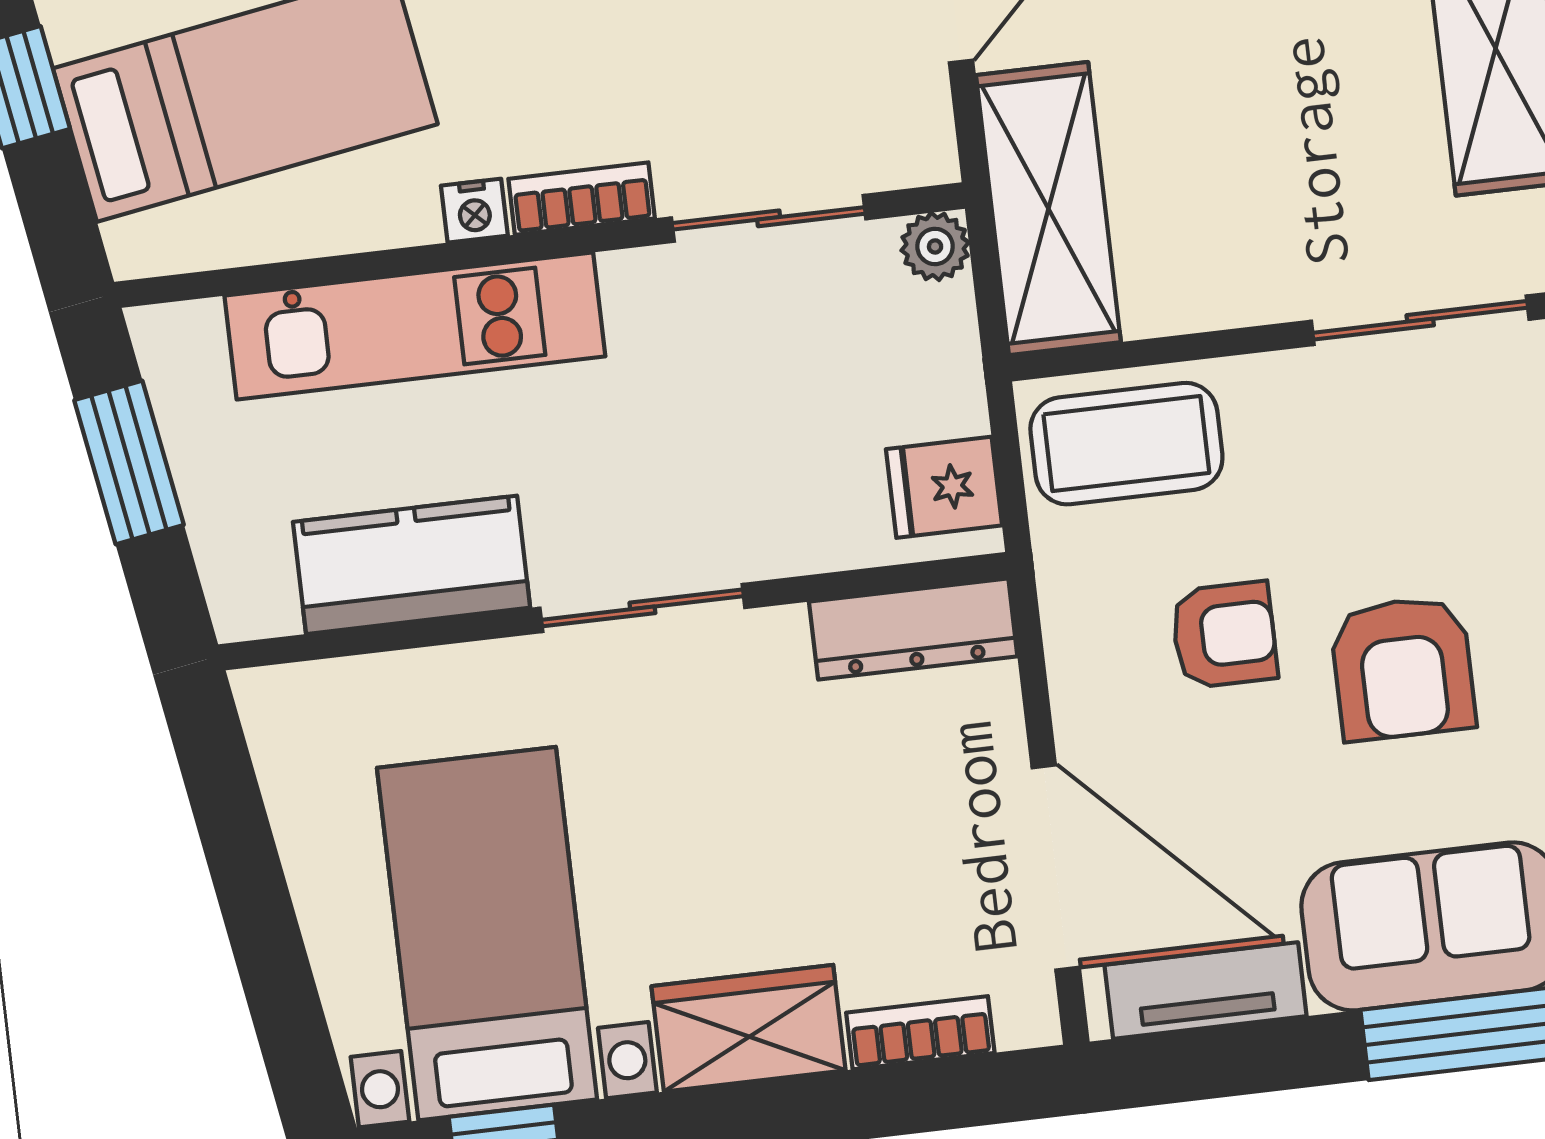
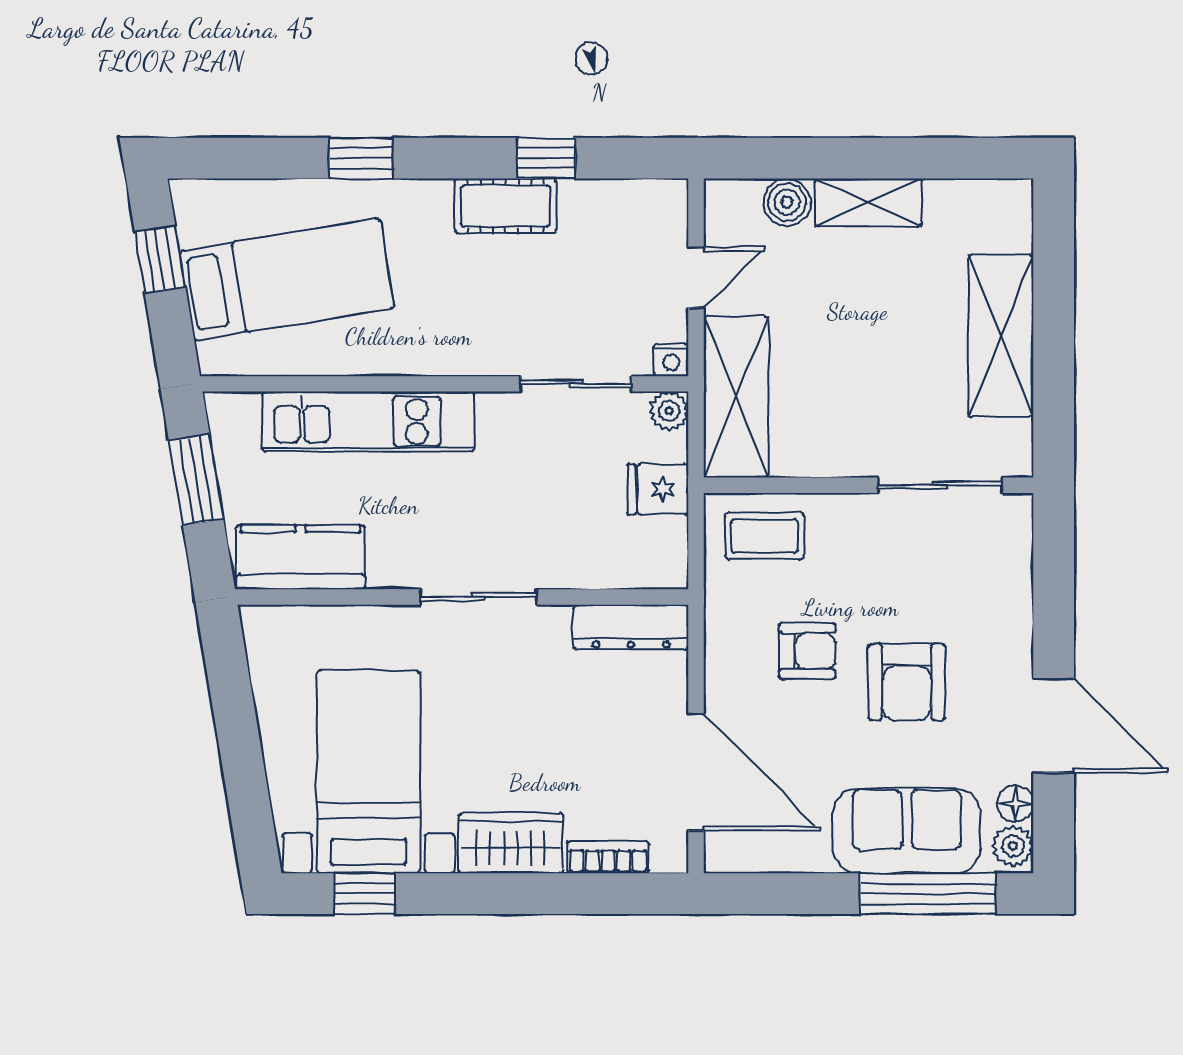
bookcase: (582, 199) -> (471, 360), removed
nightstand: (474, 211) -> (671, 360), moved
coffee table: (1126, 444) -> (765, 536), width x0.73, depth x0.77
fridge: (944, 487) -> (658, 489), moved
kitchen counter: (412, 565) -> (300, 557), moved
tv unit: (1206, 991) -> (773, 852), removed

